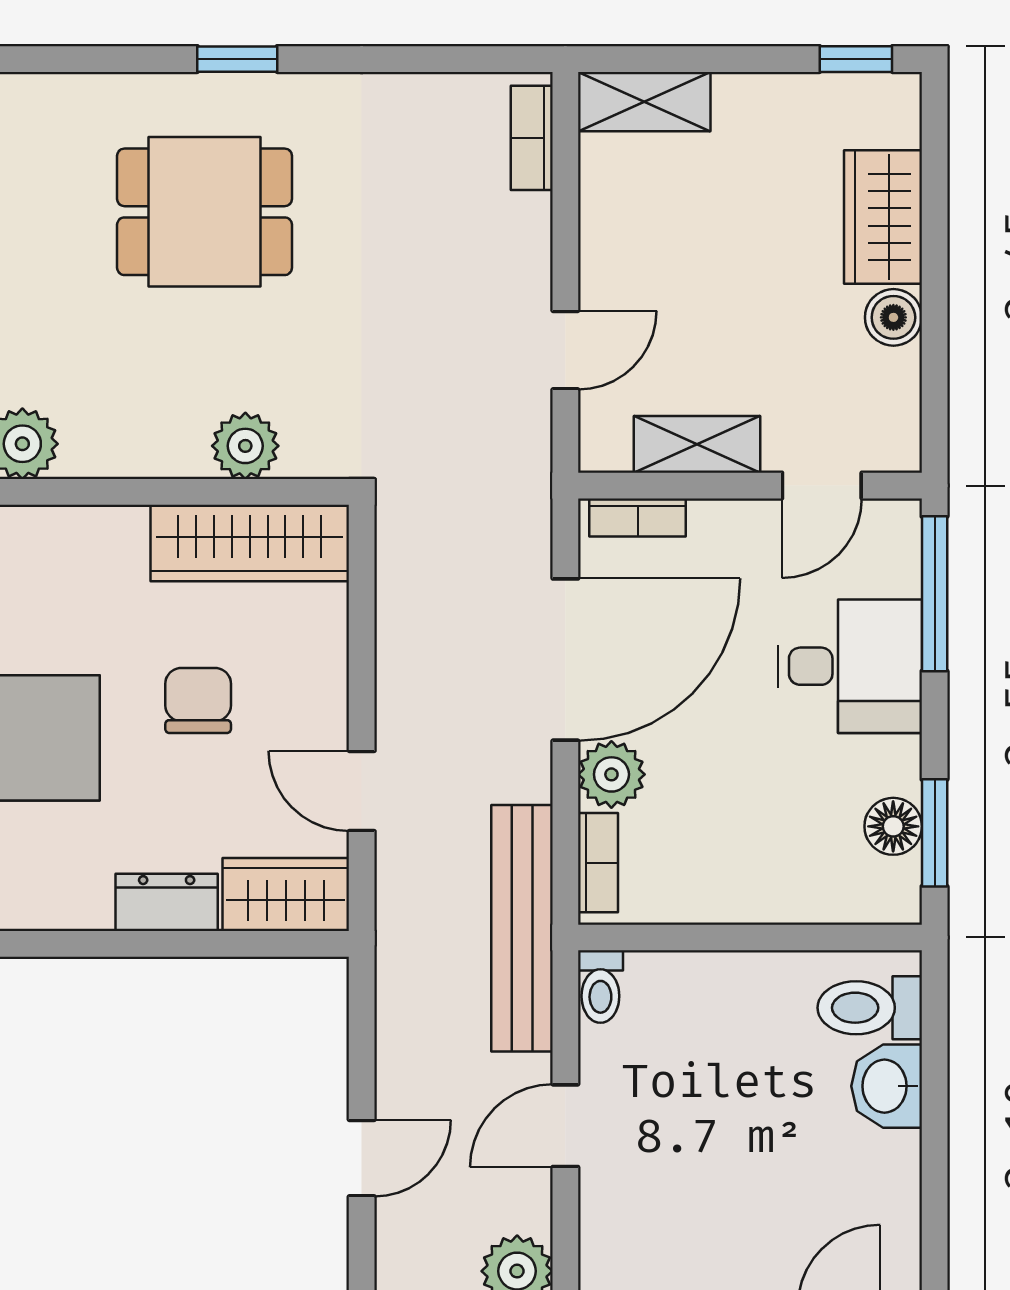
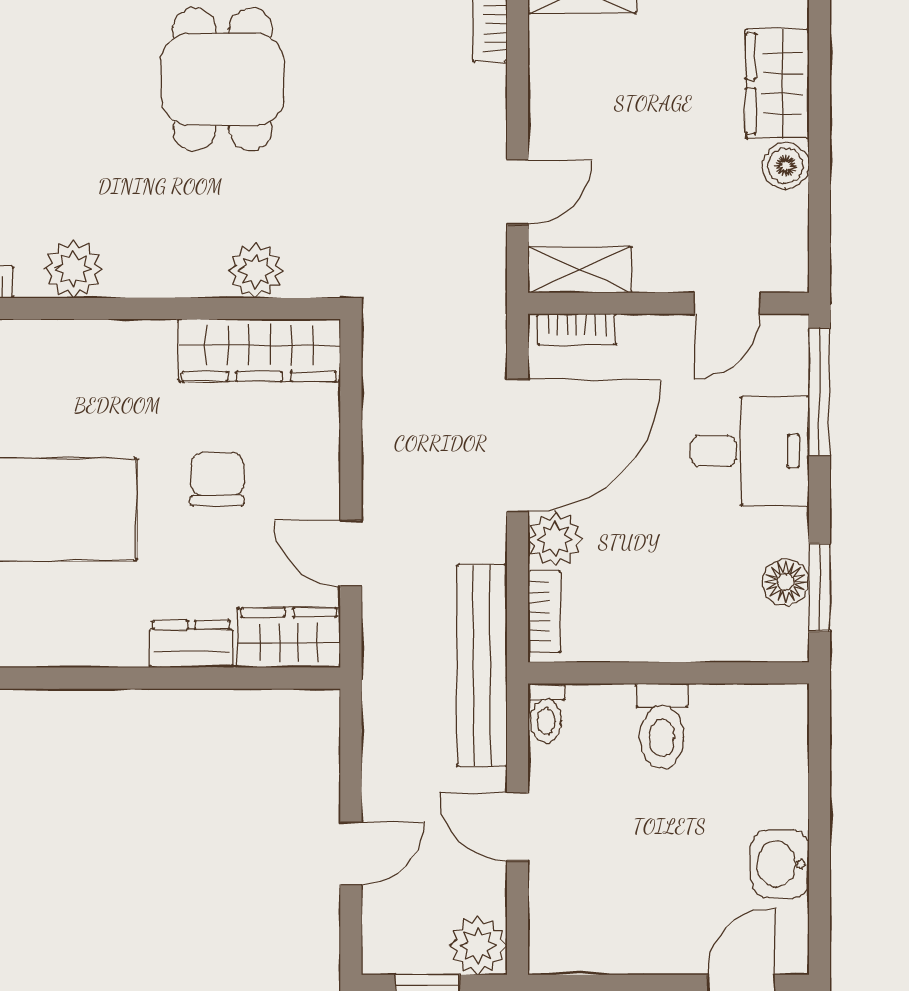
dining table: (205, 212) -> (222, 79), turned 90
shelving: (697, 444) -> (580, 270), moved
toilet: (870, 1008) -> (662, 726), moved, turned -90
washbasin: (887, 1086) -> (780, 864), moved
door: (565, 1126) -> (517, 827), hinge flipped

